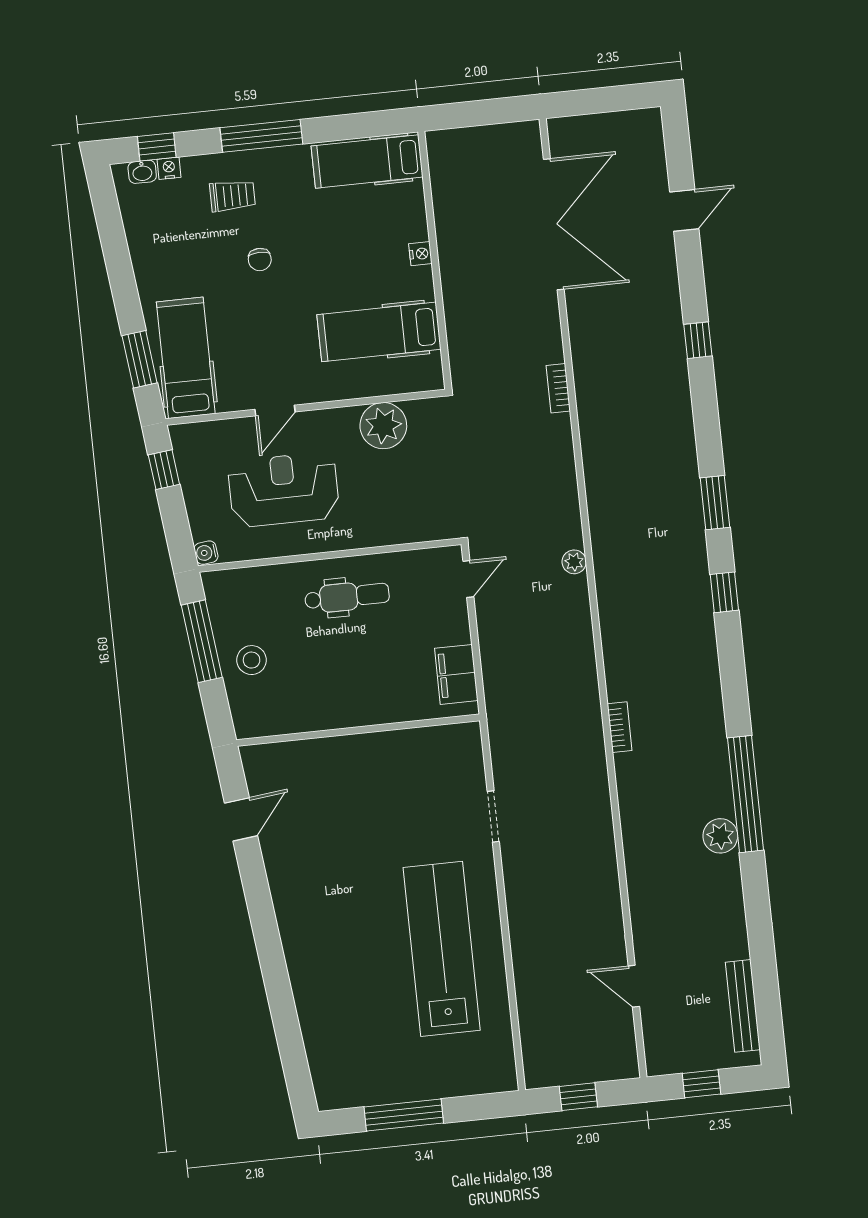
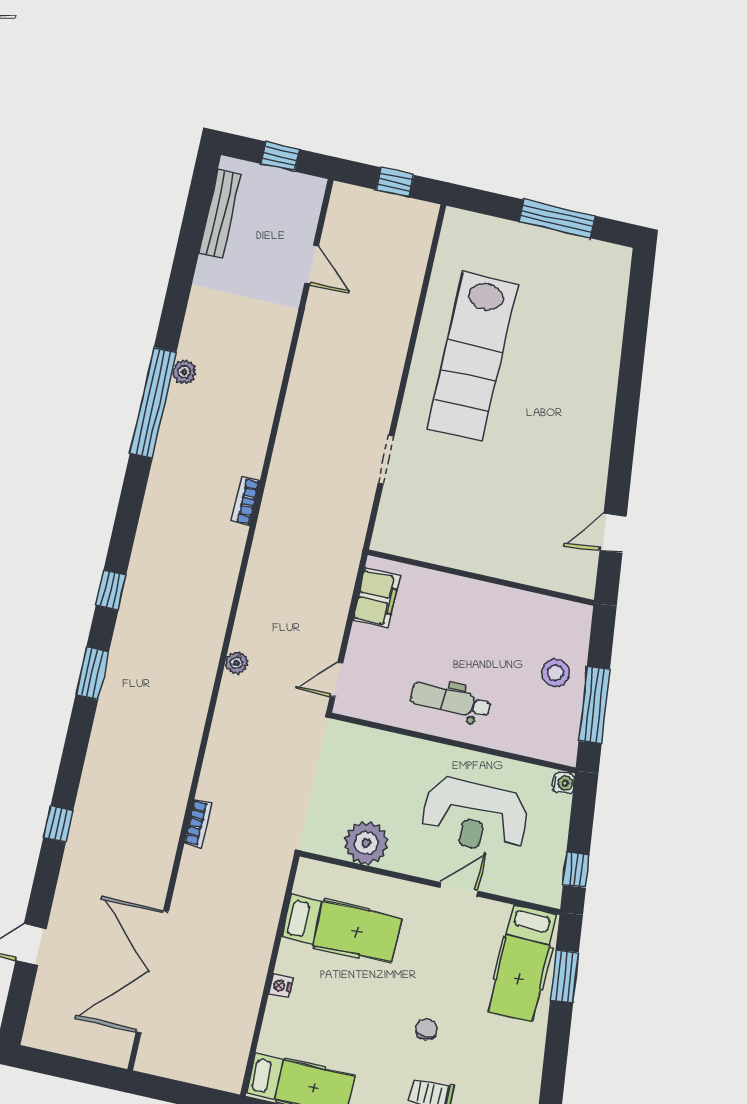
plant: (720, 836) -> (184, 372), width x0.73, depth x0.73

